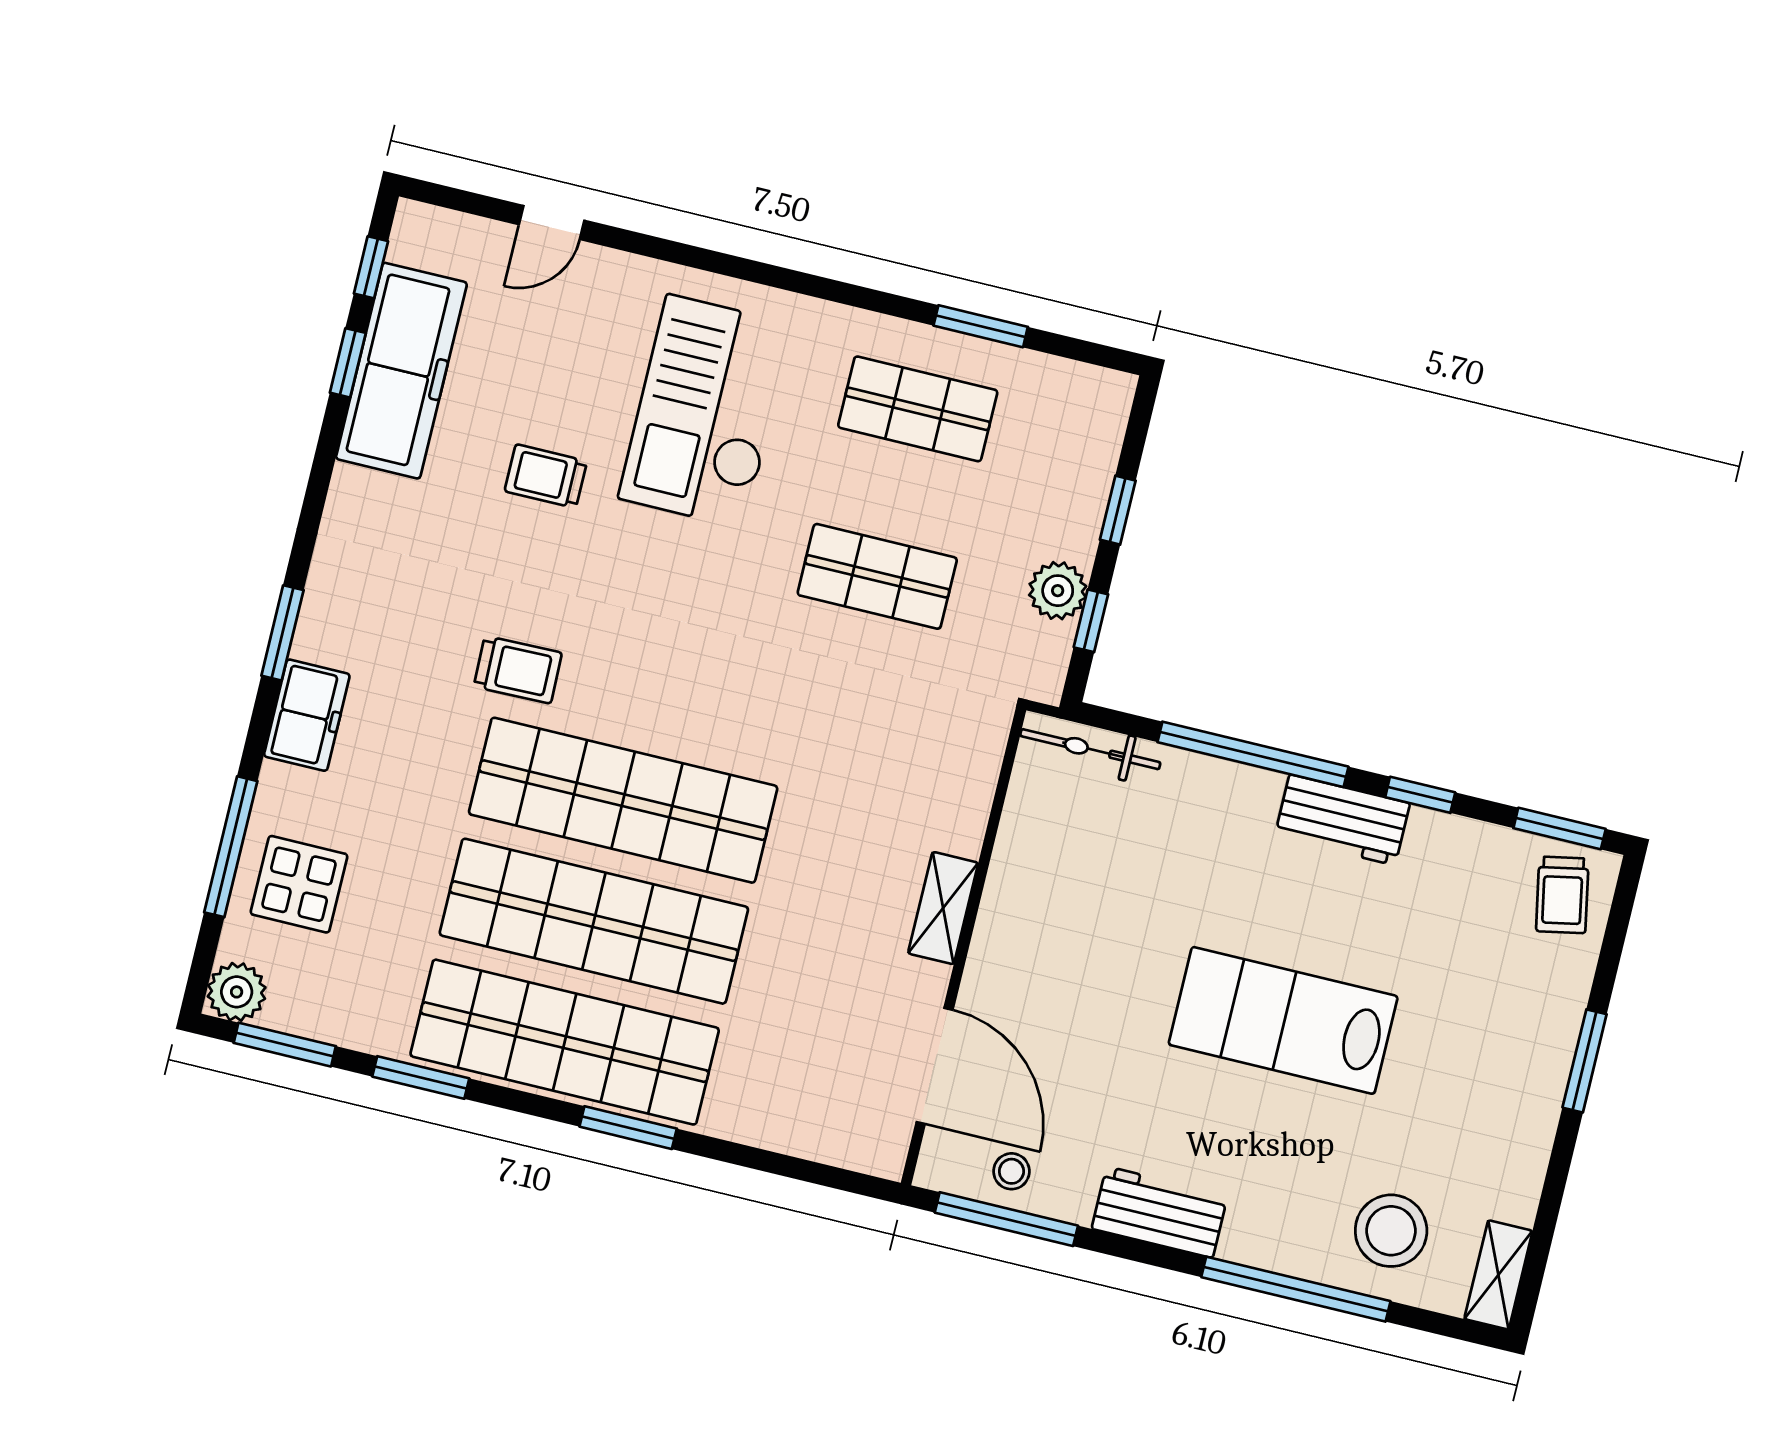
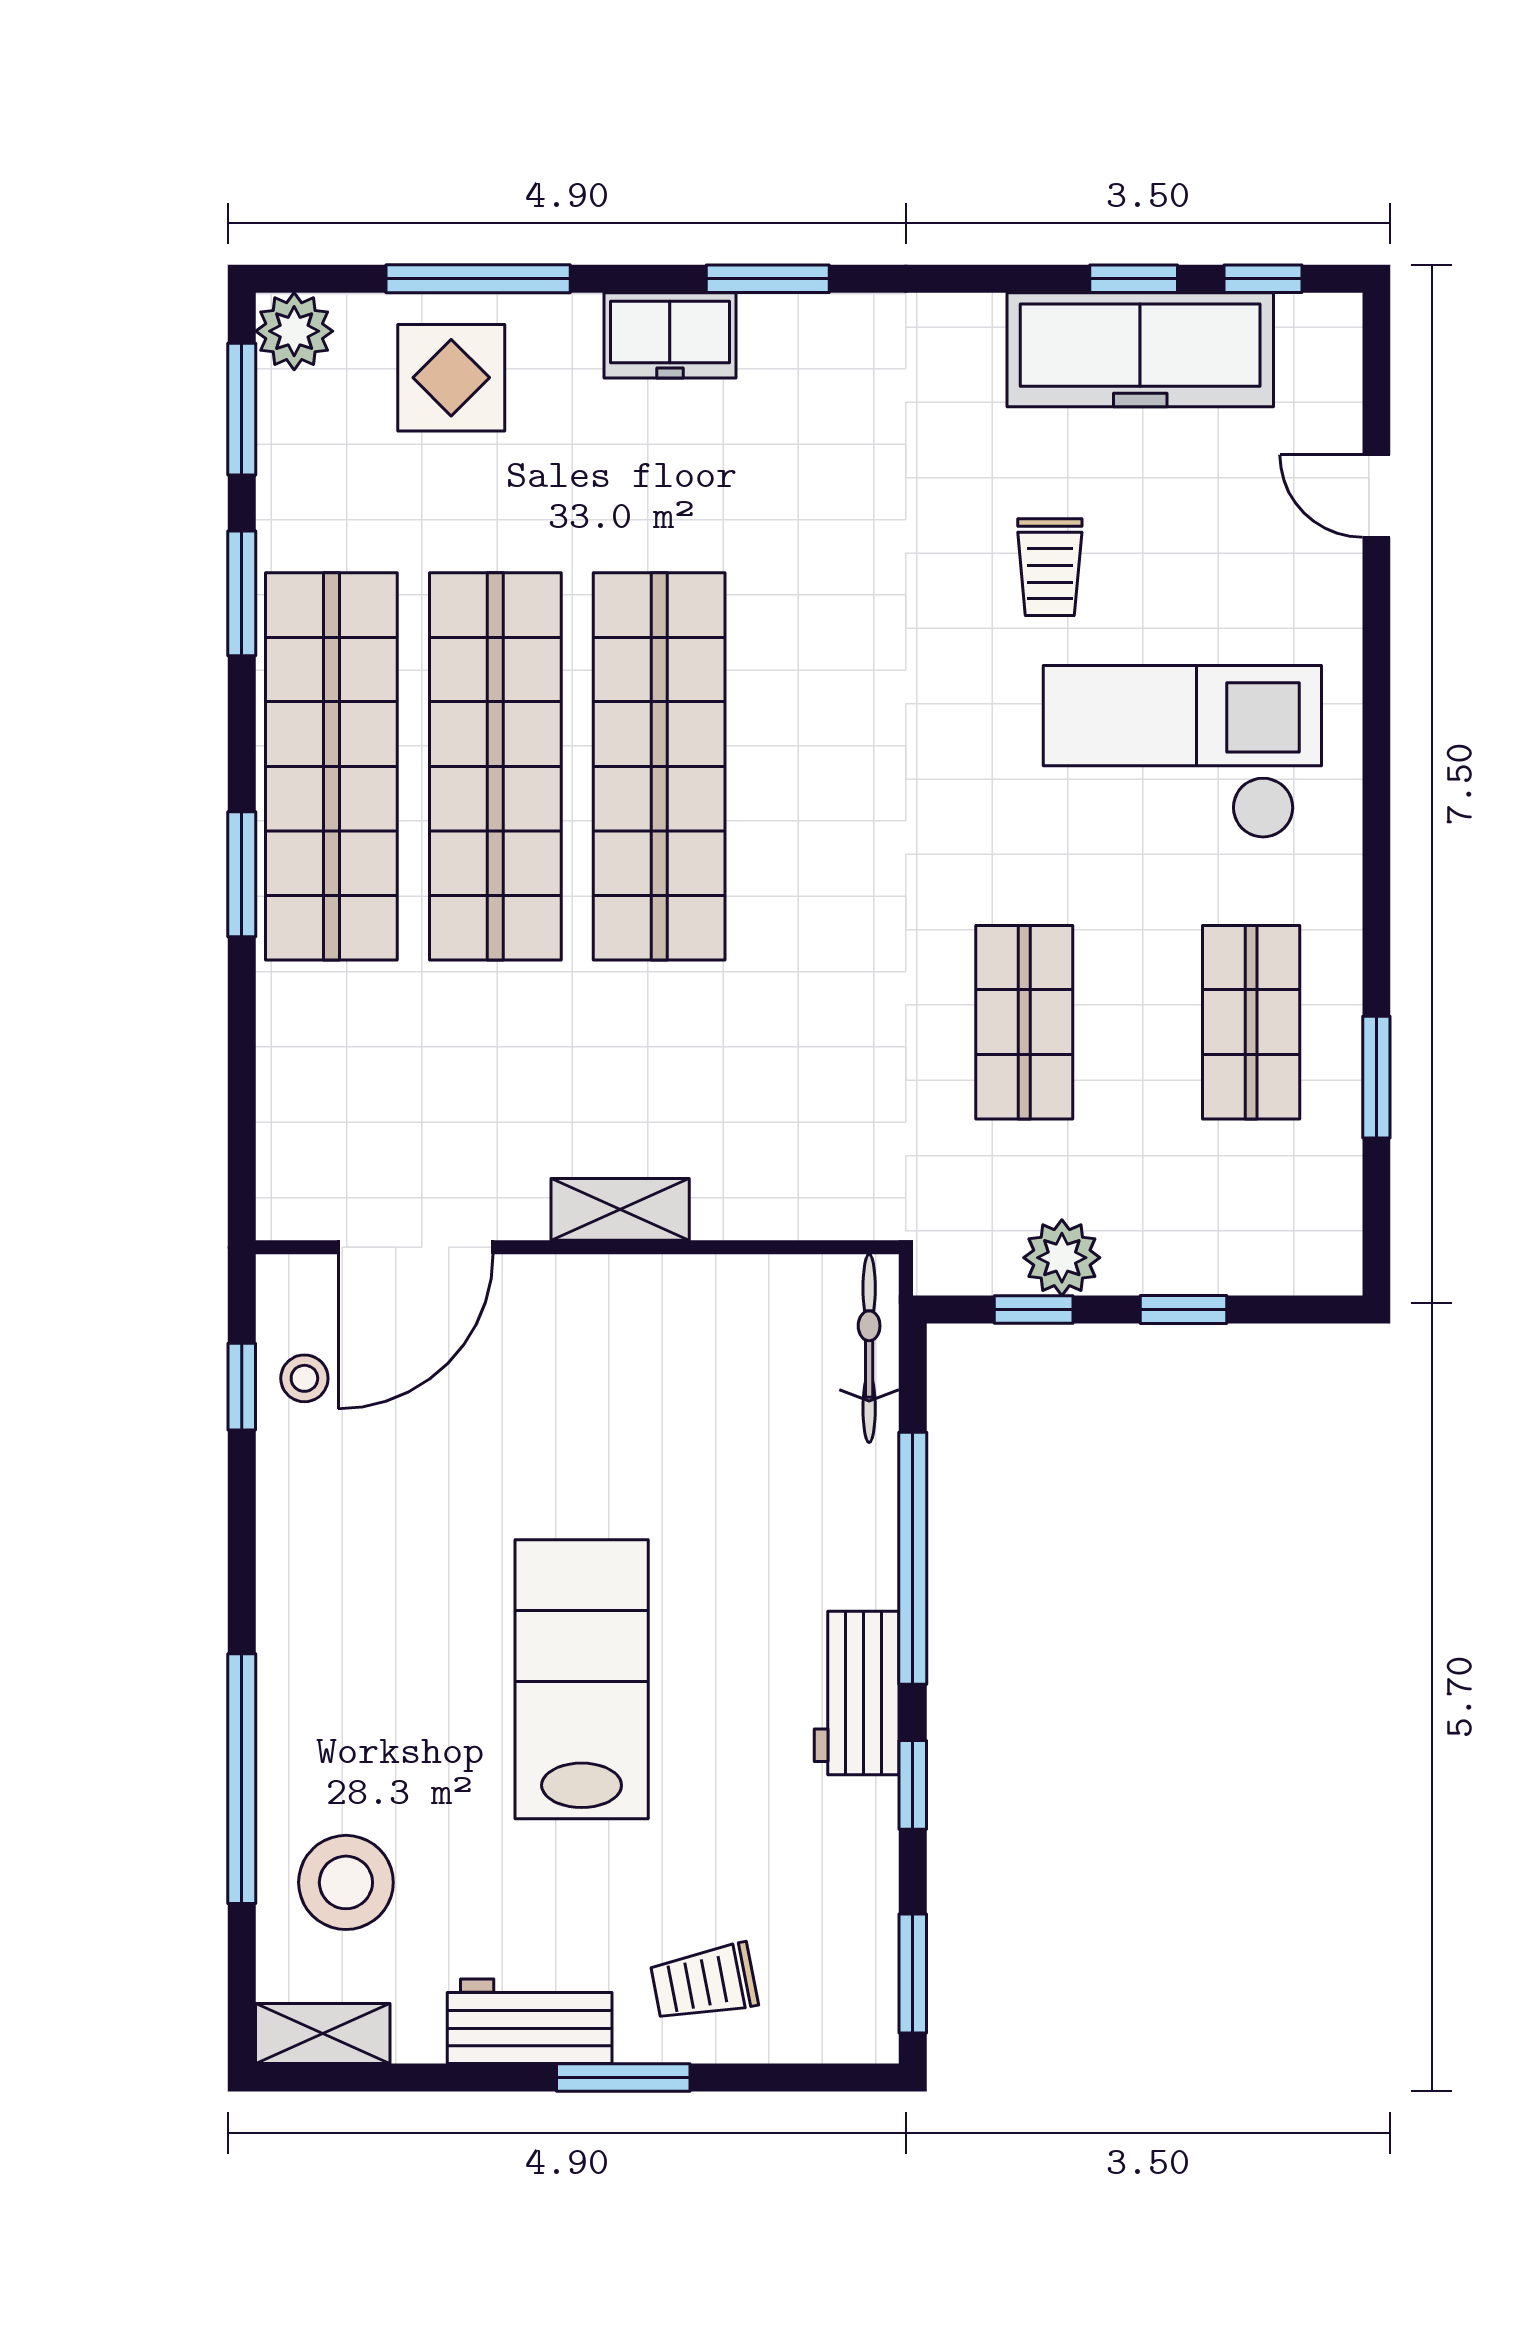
trolley: (546, 476) -> (1050, 567), turned 180
trolley: (518, 670) -> (794, 591), removed
trolley: (1562, 895) -> (704, 1983), moved
workbench: (1160, 1212) -> (530, 2021), moved, turned -90
window: (1006, 1219) -> (242, 1387), width x0.46

